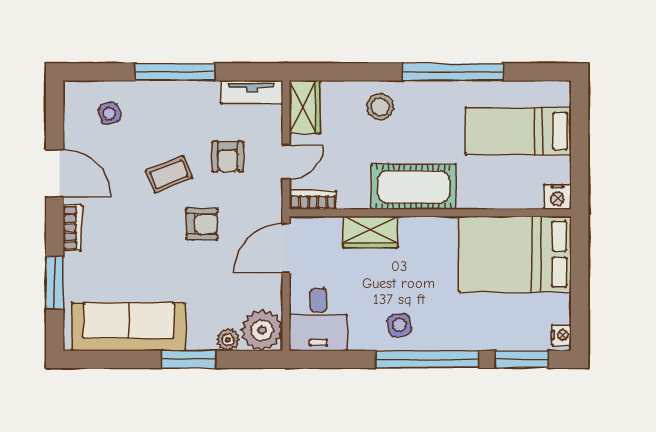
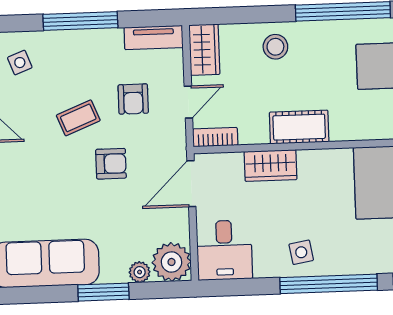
cot: (413, 187) -> (299, 127), width x0.73, depth x0.75

